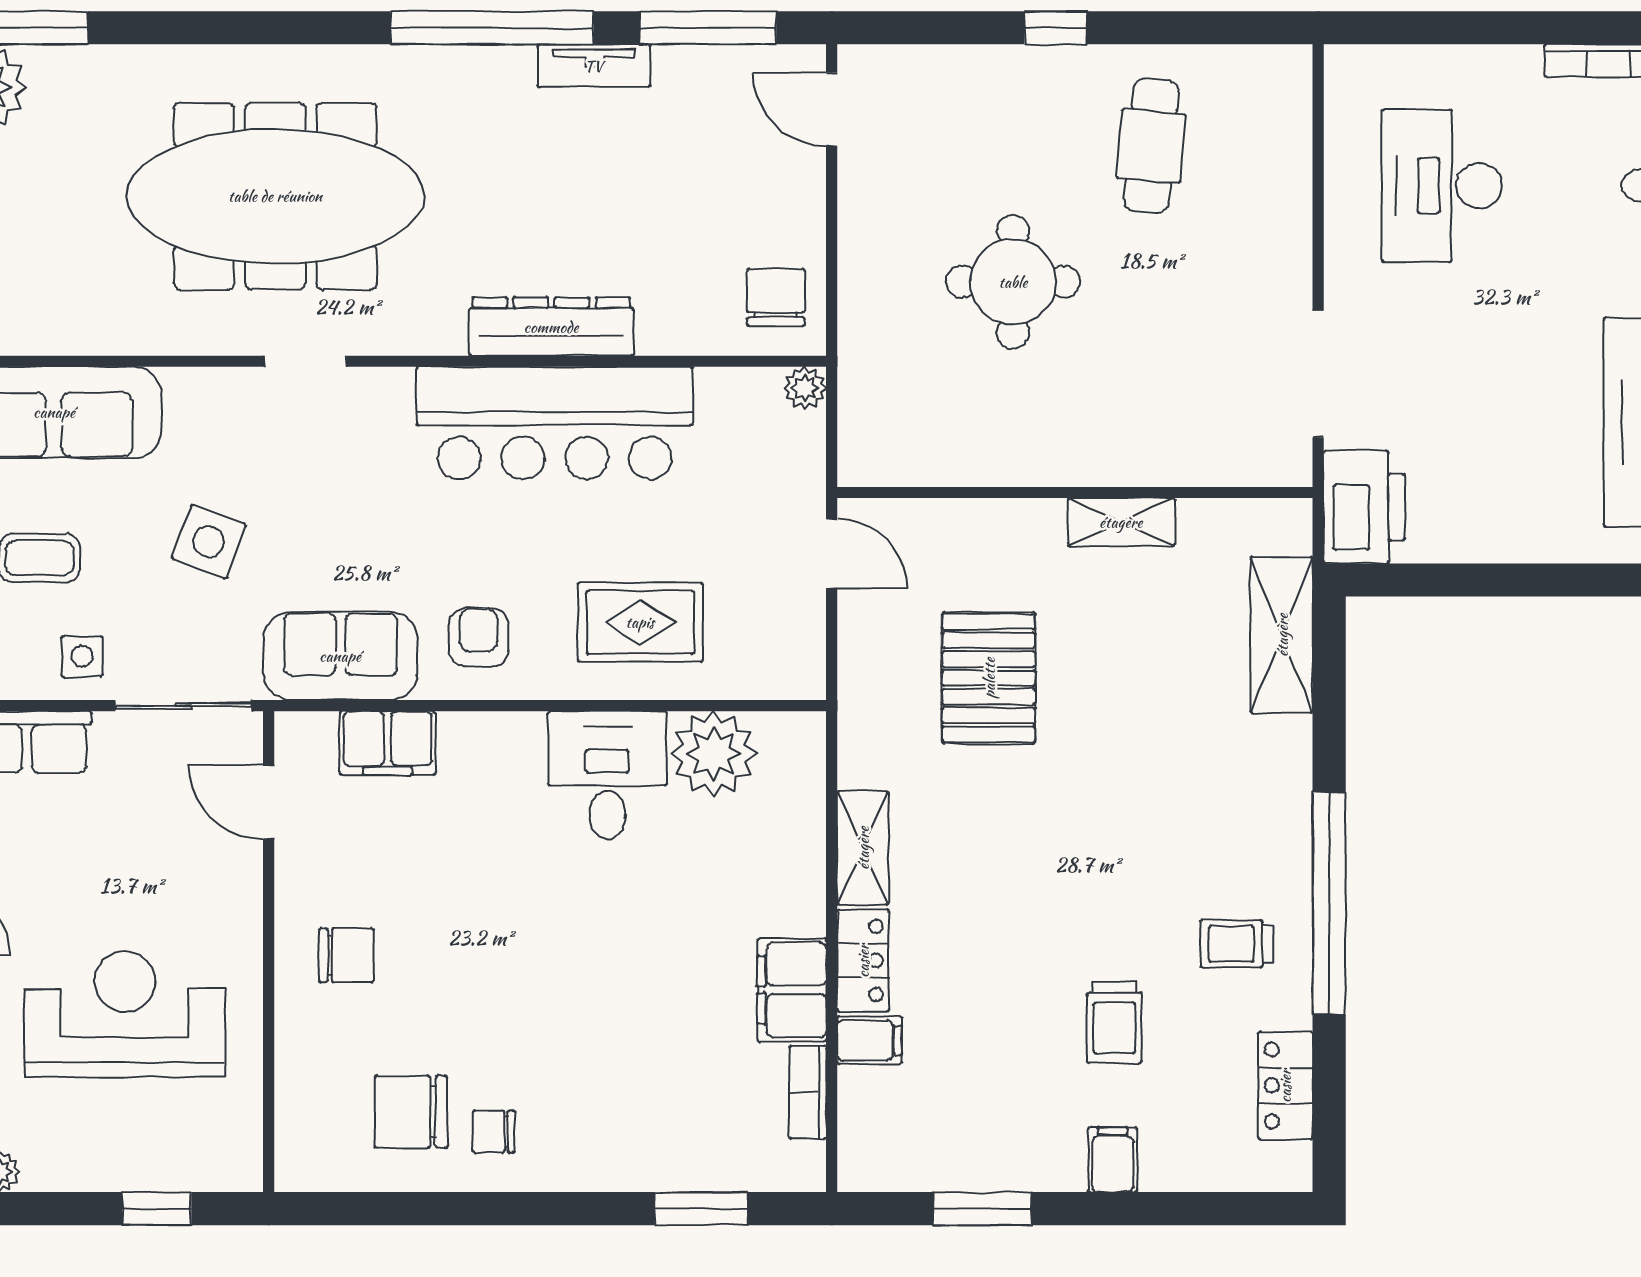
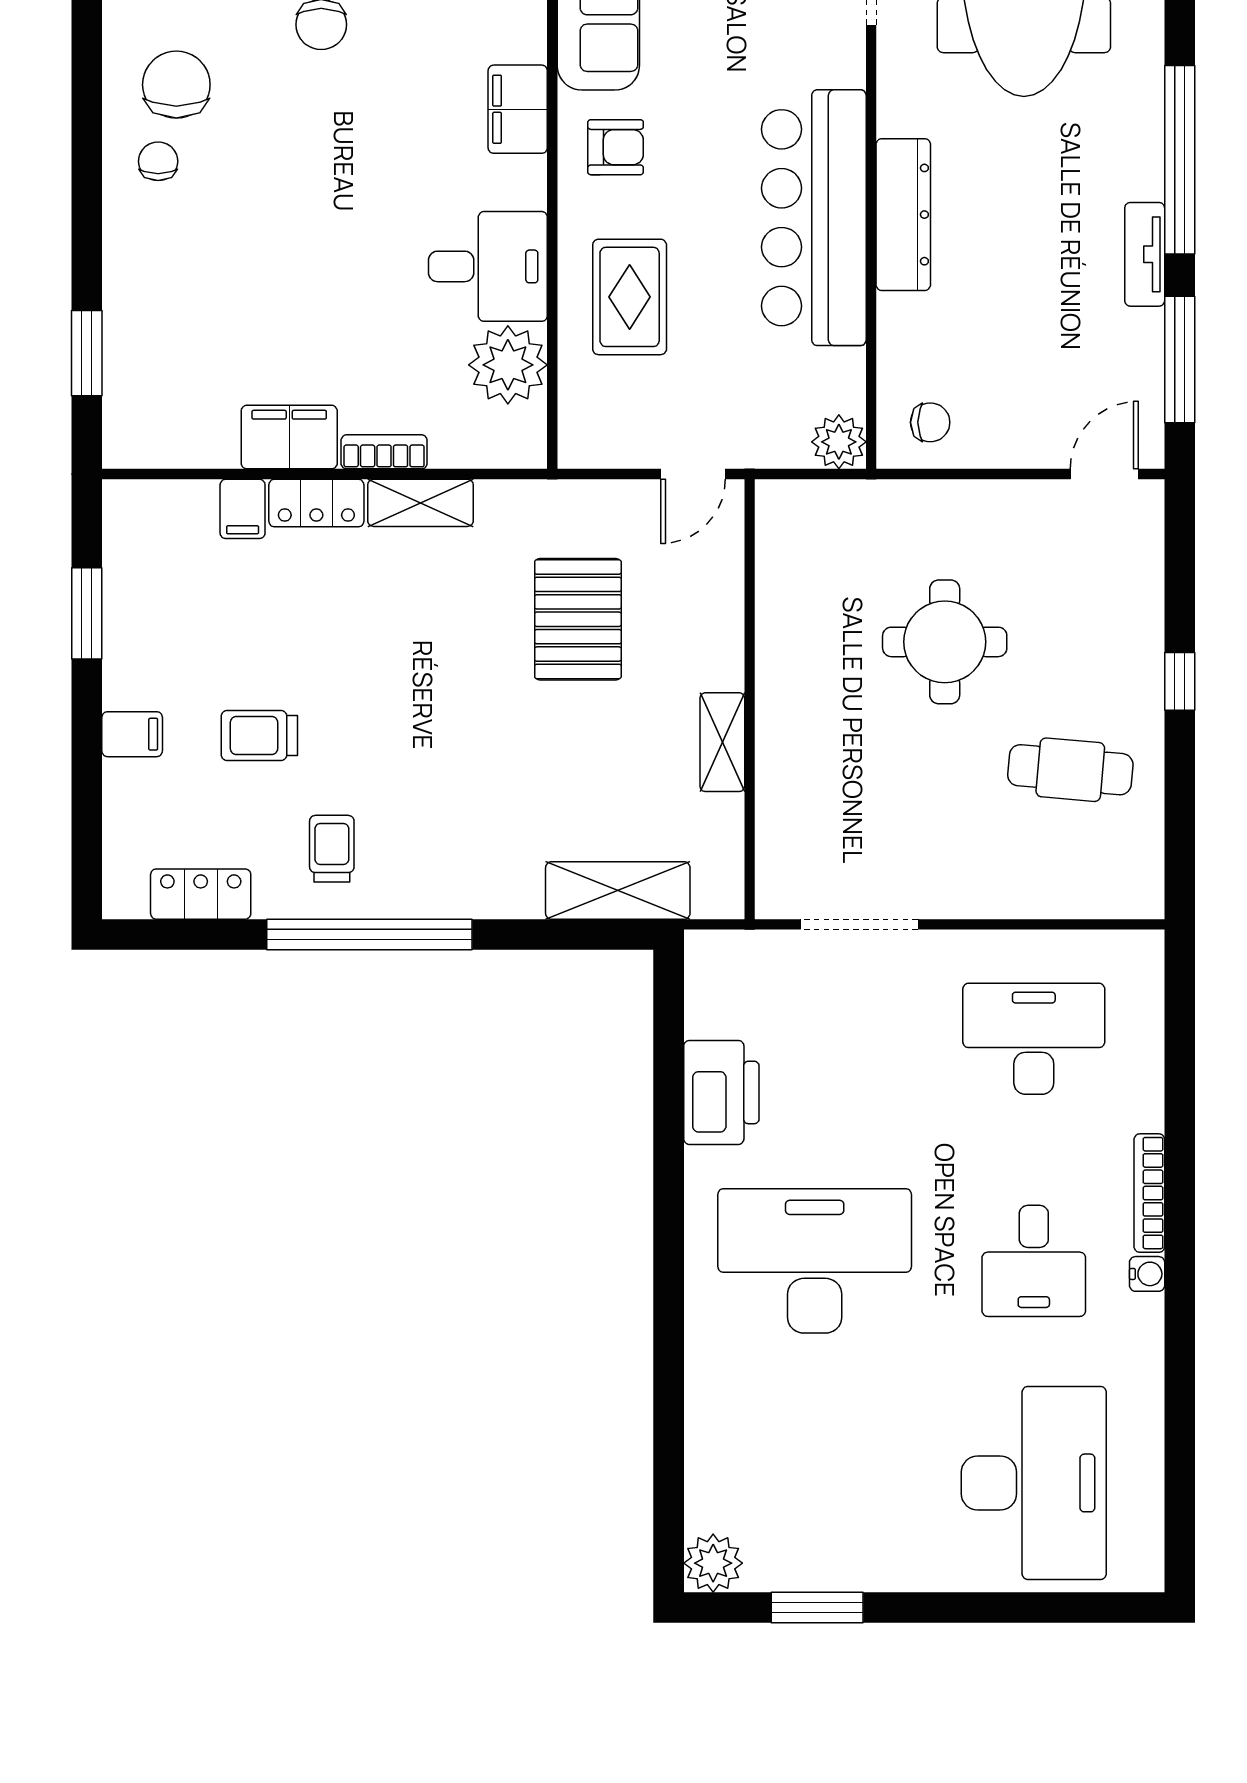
chair: (776, 297) -> (930, 422), width x0.73, depth x0.73
plant: (805, 388) -> (839, 442), width x1.38, depth x1.38
printer: (1364, 507) -> (721, 1092), moved, turned -90
pallet: (989, 678) -> (578, 619), turned 90
filing cabinet: (388, 743) -> (518, 109), moved
bookcase: (808, 1092) -> (384, 452), moved

